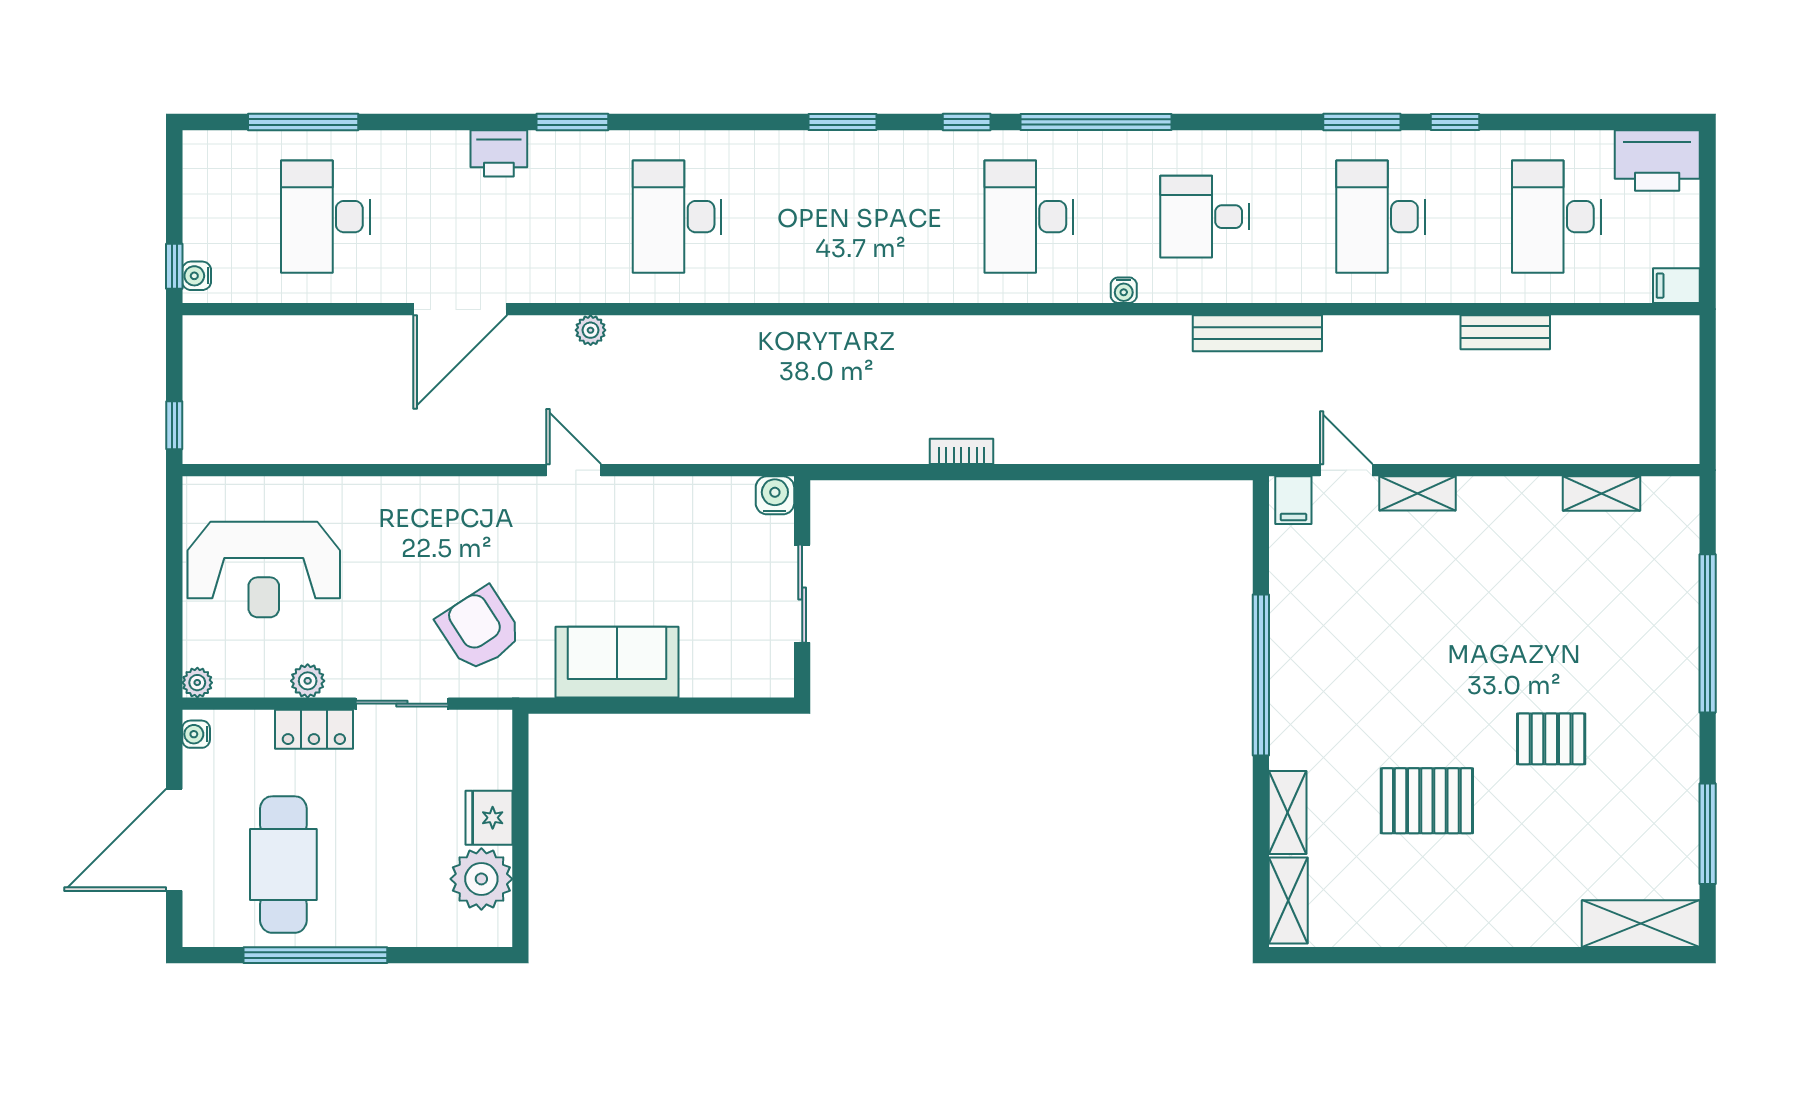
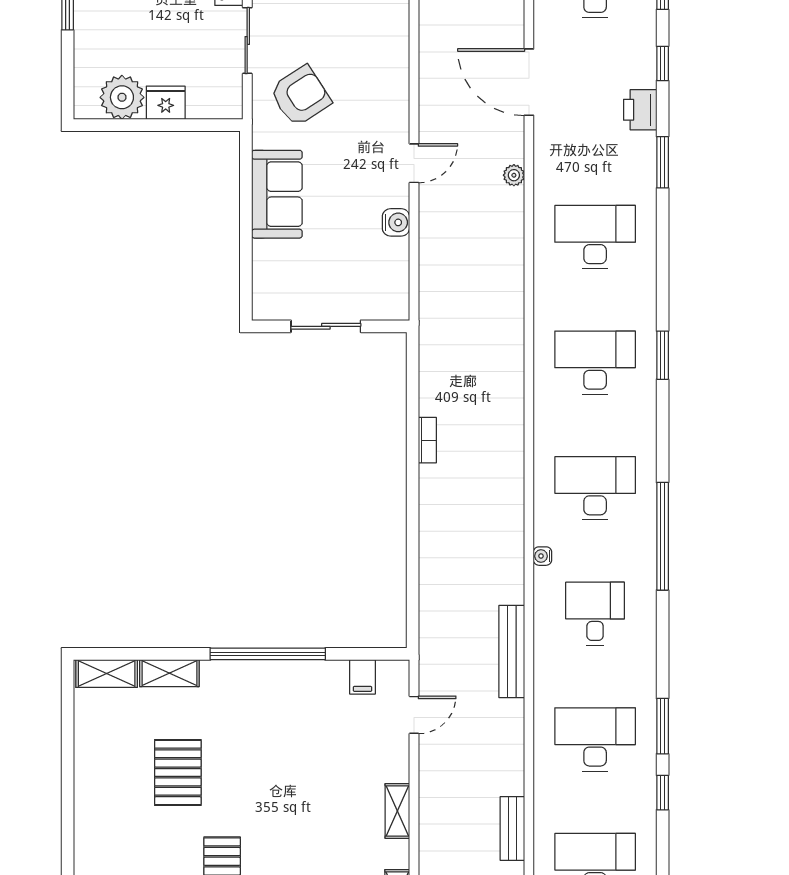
window: (967, 122) -> (663, 63), moved
desk: (853, 217) -> (595, 363), added
shelving: (1418, 493) -> (397, 811), moved
water cooler: (775, 495) -> (396, 222), moved
filing cabinet: (1293, 500) -> (362, 677), moved, turned -90

